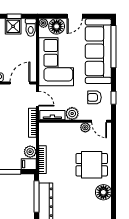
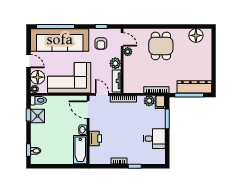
door: (37, 99) -> (102, 94), hinge flipped
door: (99, 121) -> (122, 39), hinge flipped
floor lamp: (103, 192) -> (196, 35), moved

